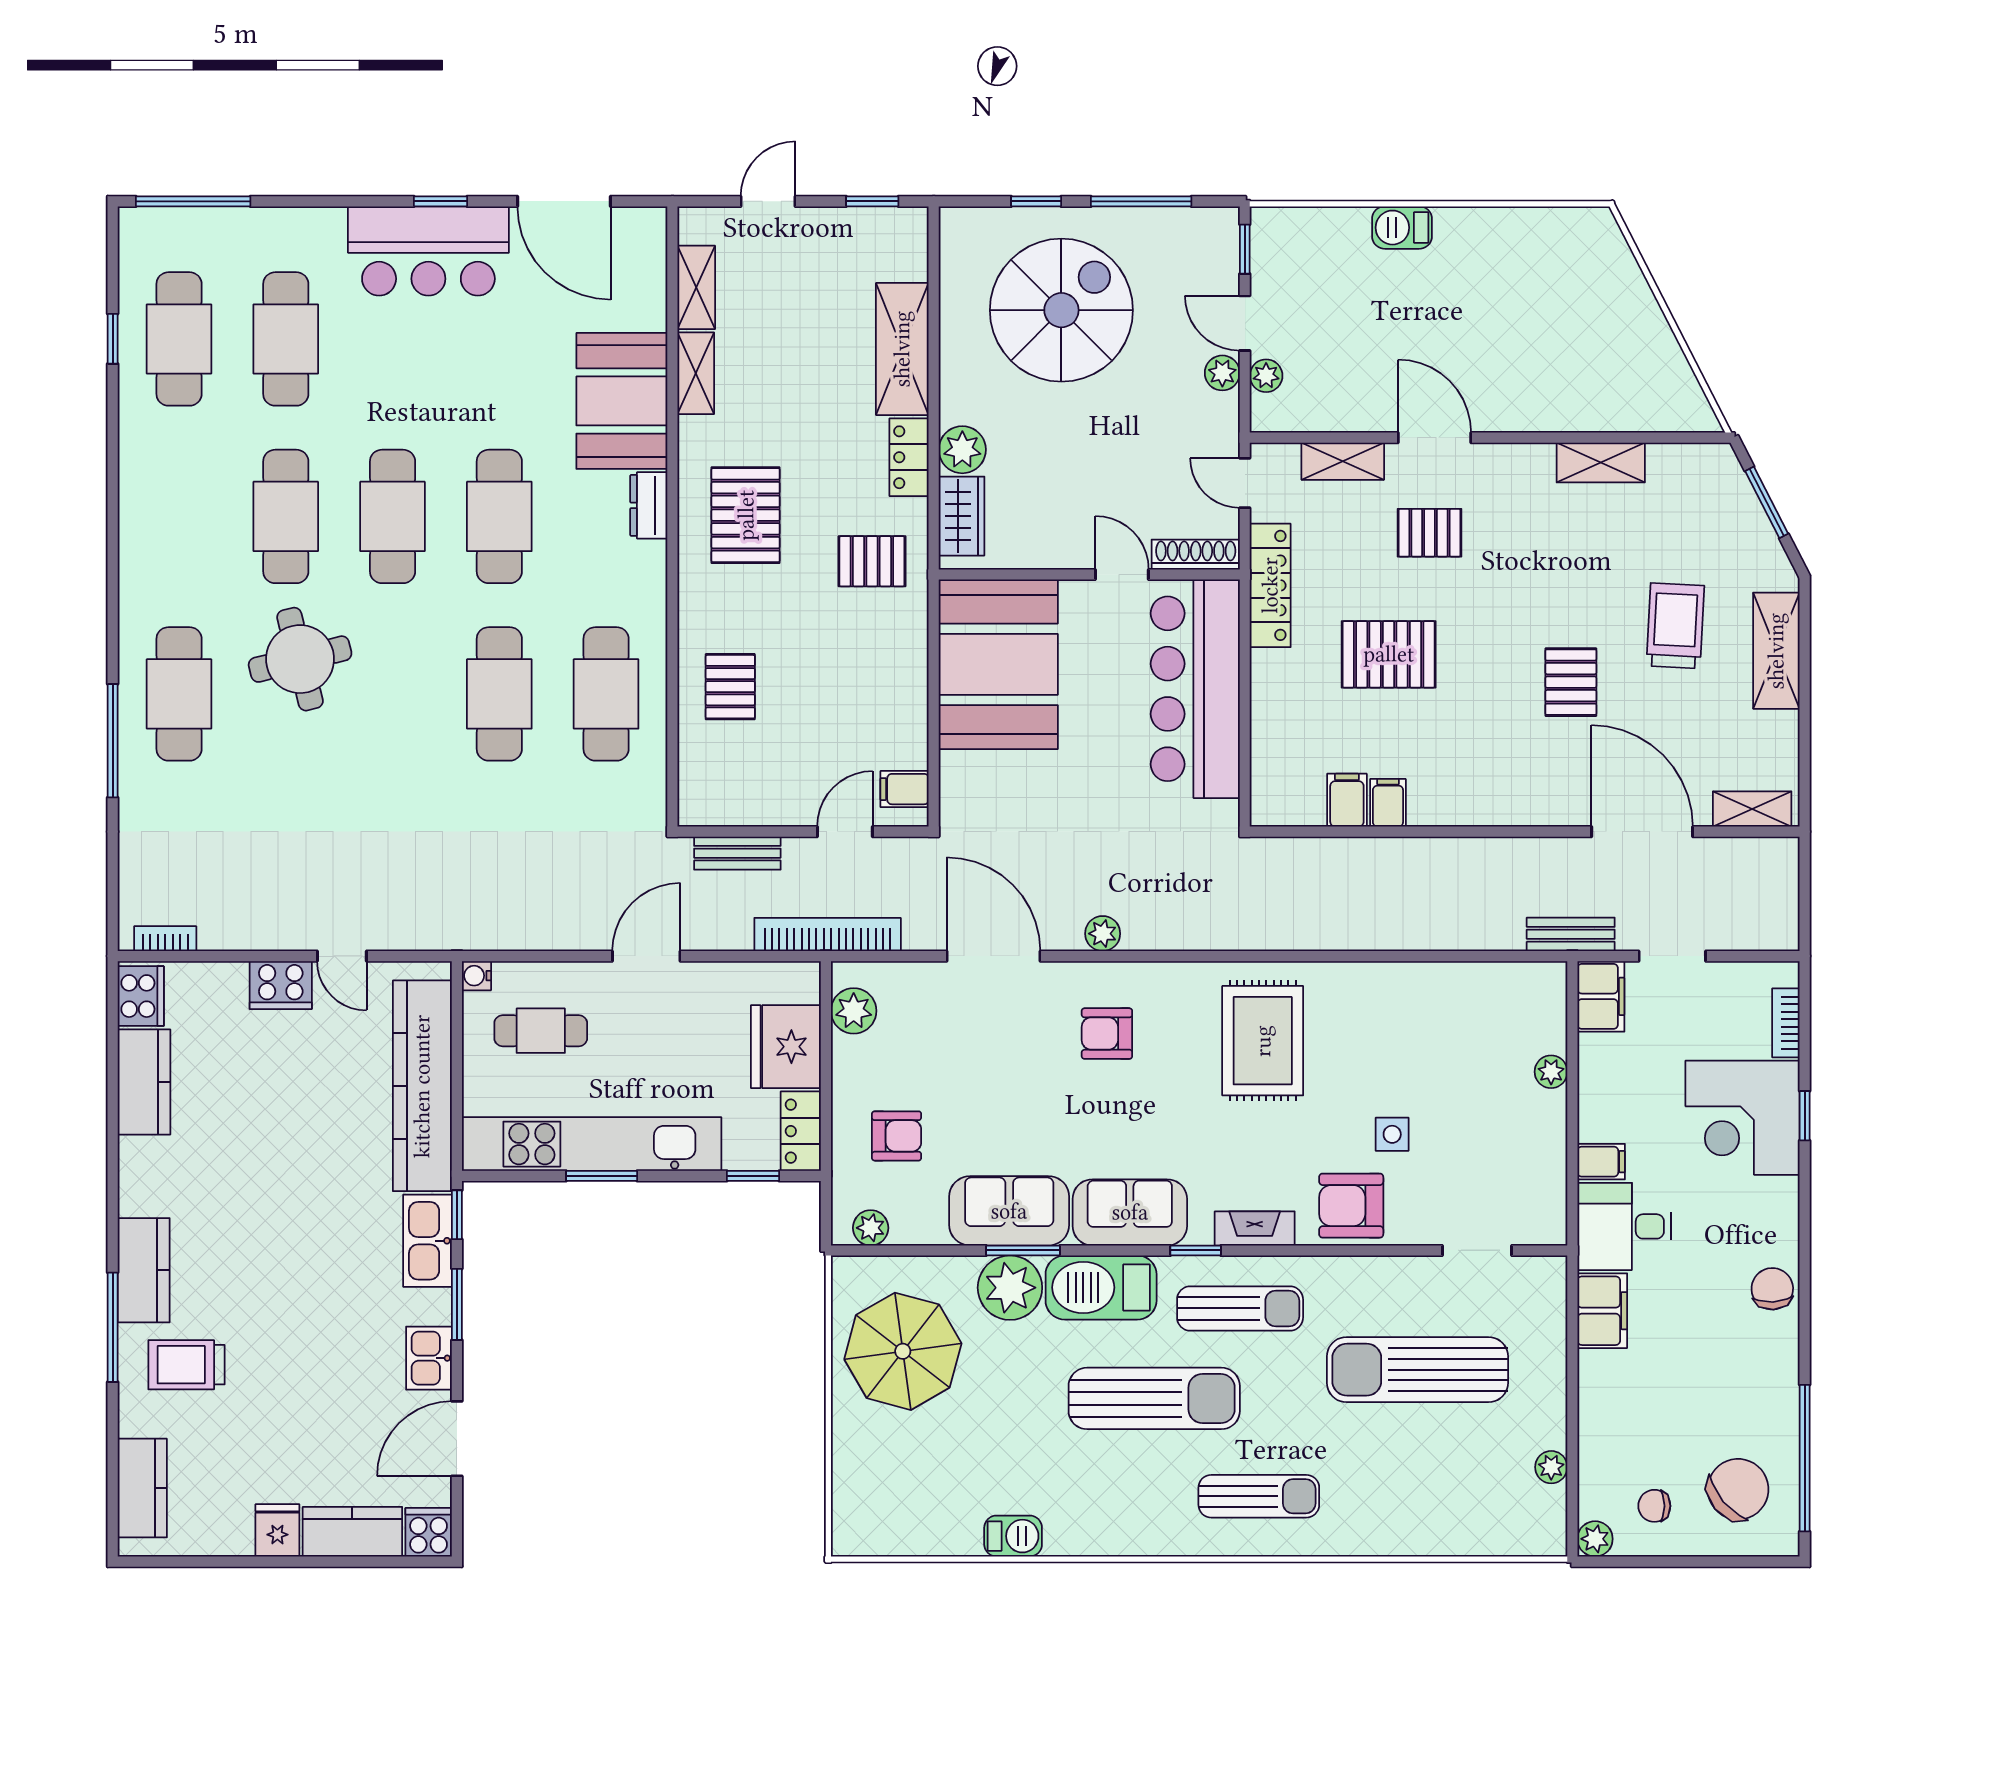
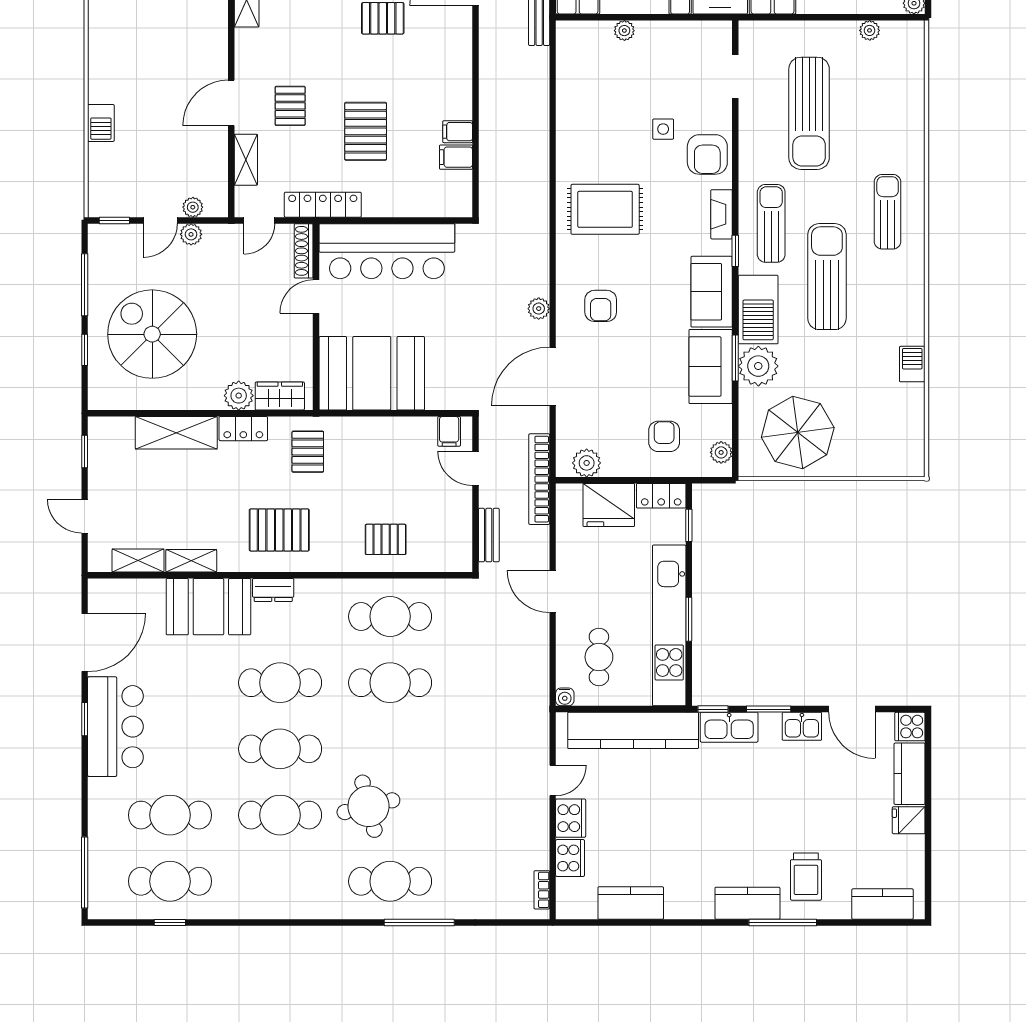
cooker: (141, 996) -> (570, 858), moved, turned 90

